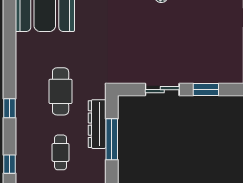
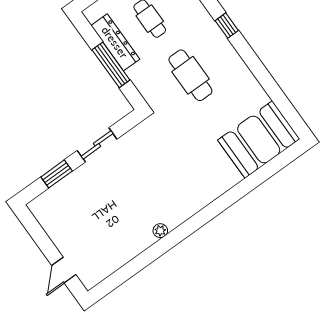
dresser: (97, 124) -> (115, 42), moved

